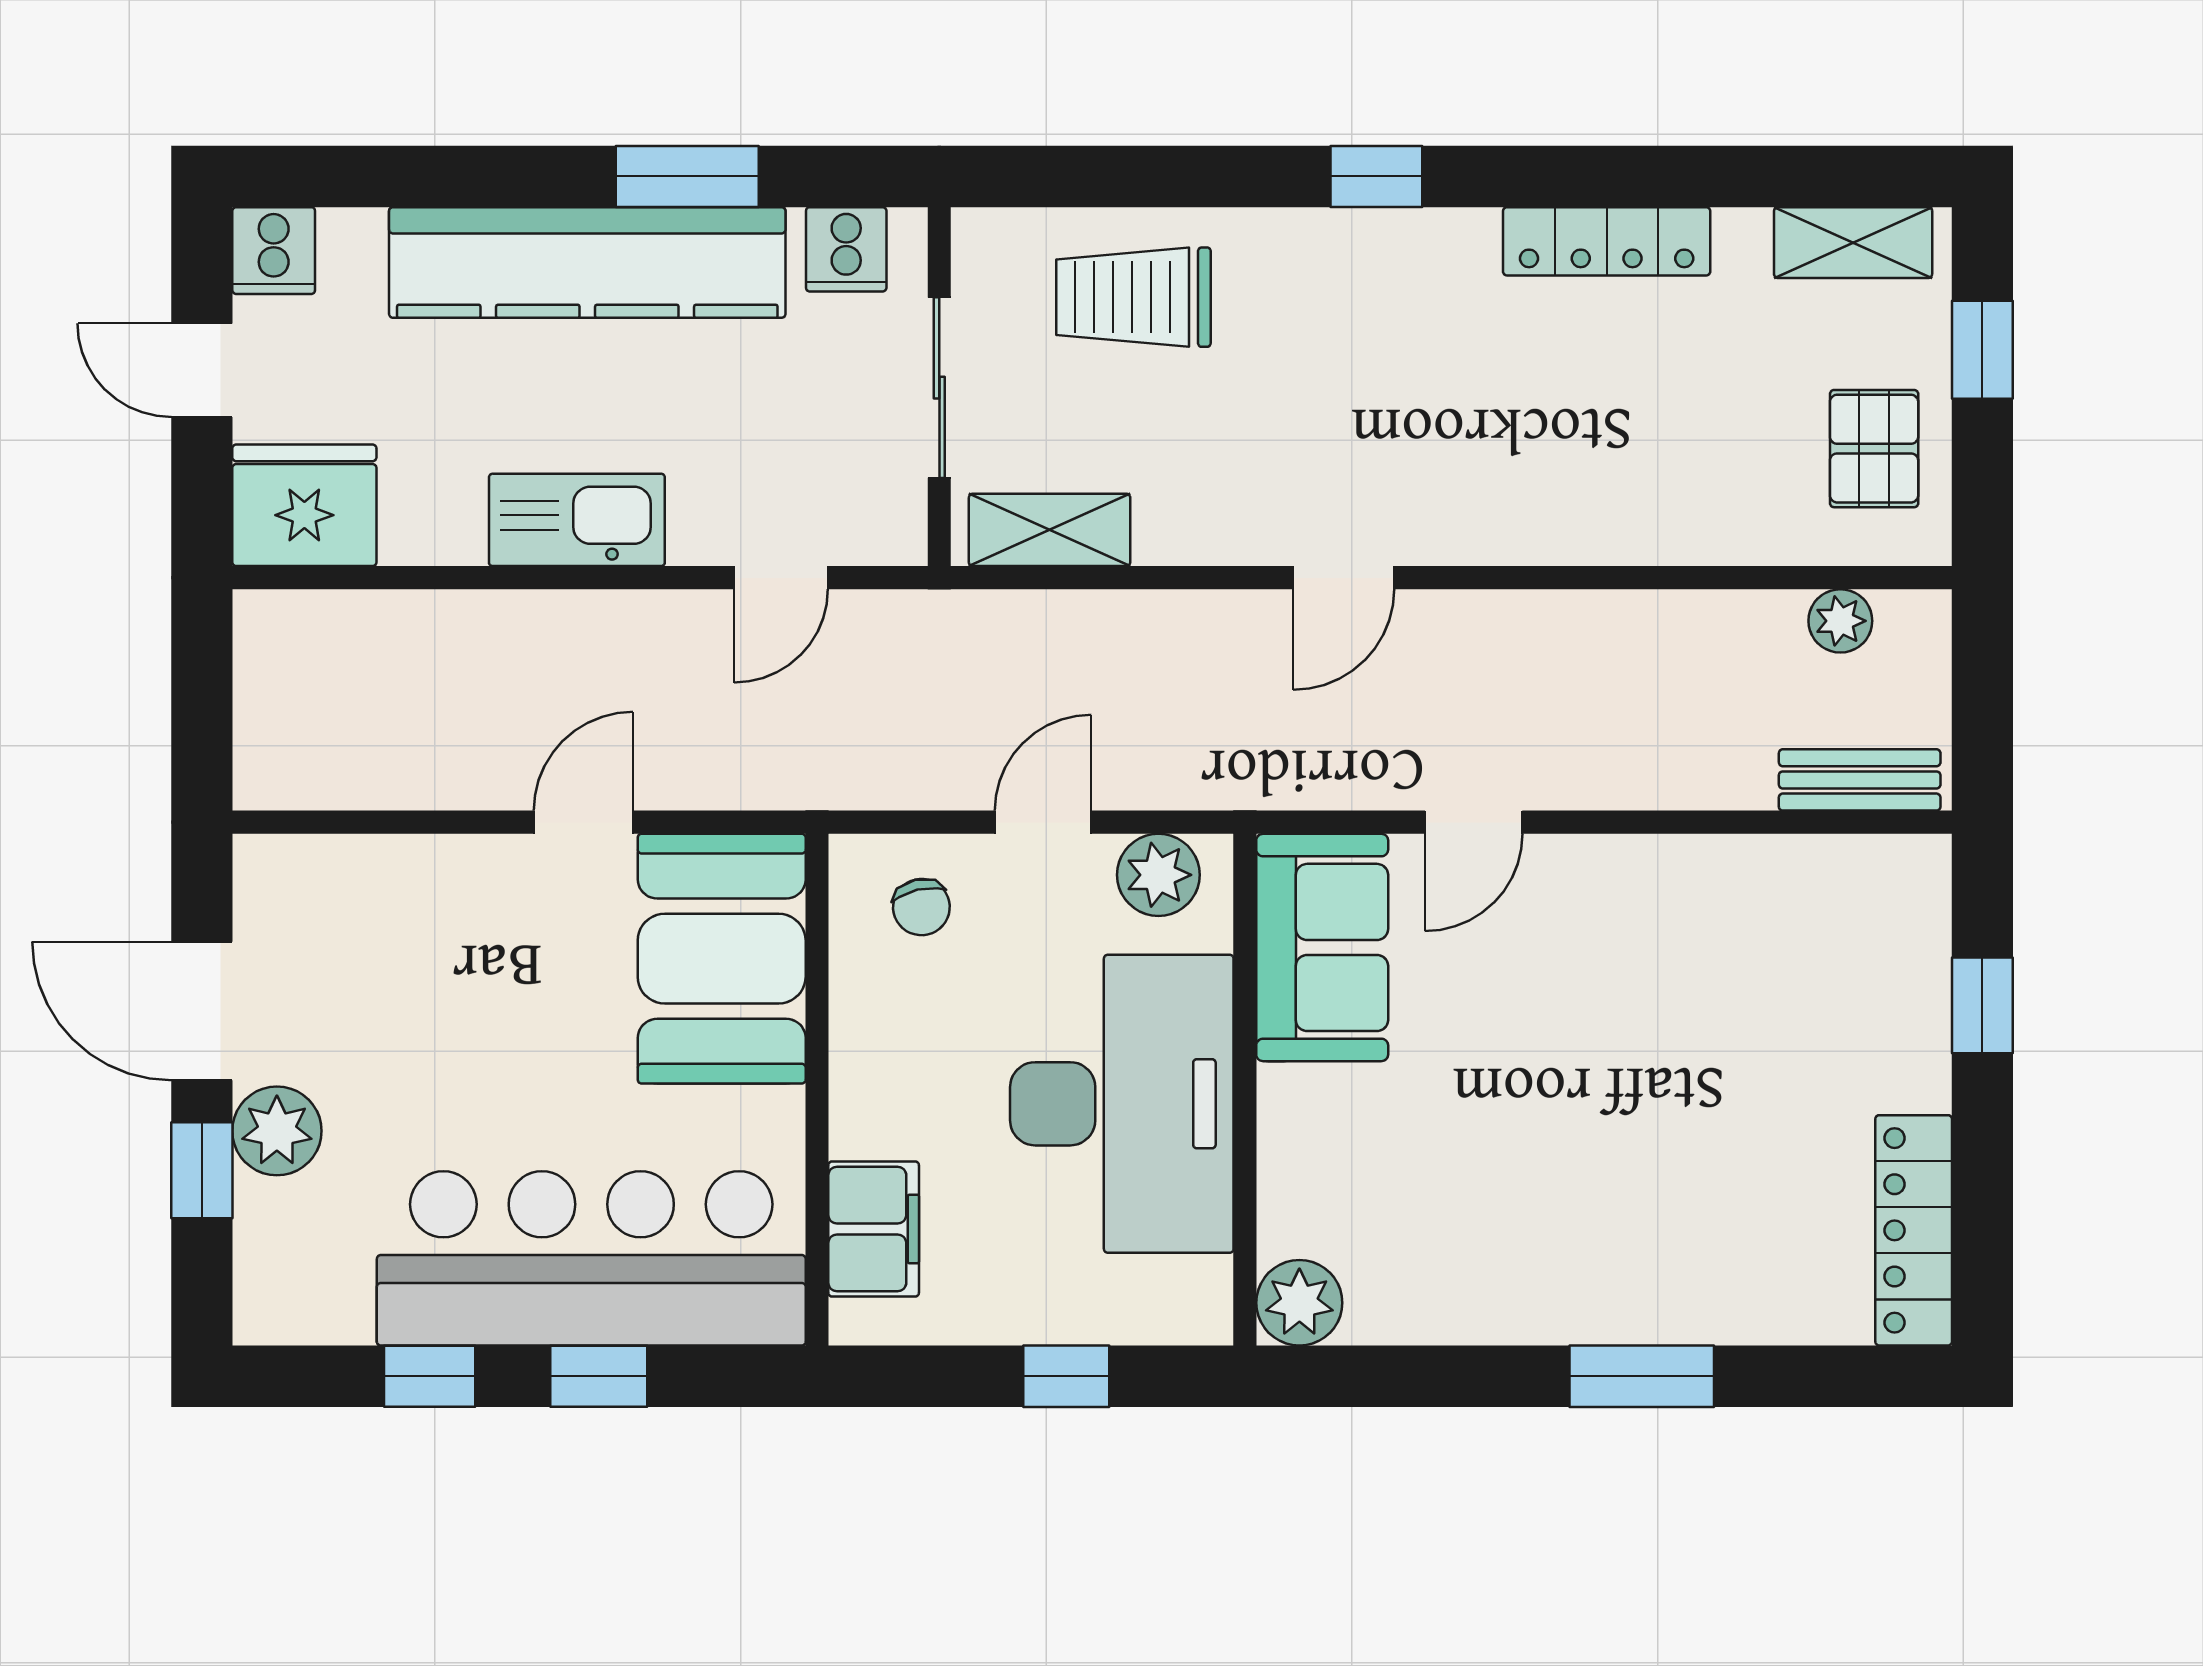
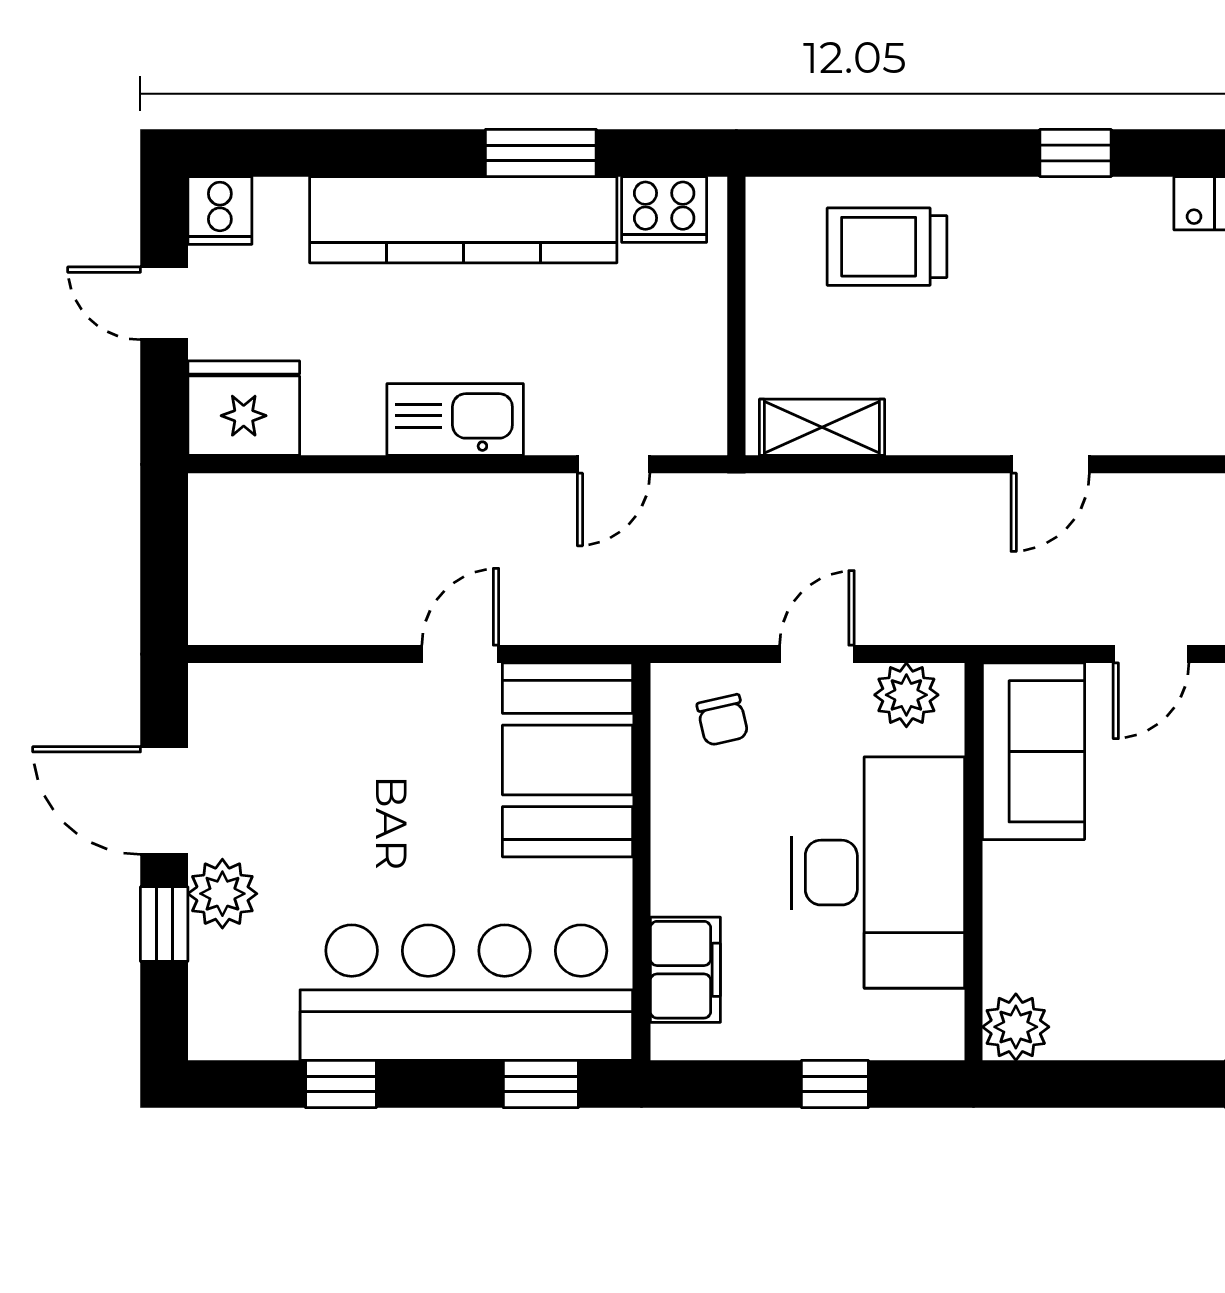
cooker: (846, 249) -> (664, 210), width x1.36
sliding door: (939, 388) -> (736, 317), removed
window: (599, 1376) -> (541, 1084), moved

